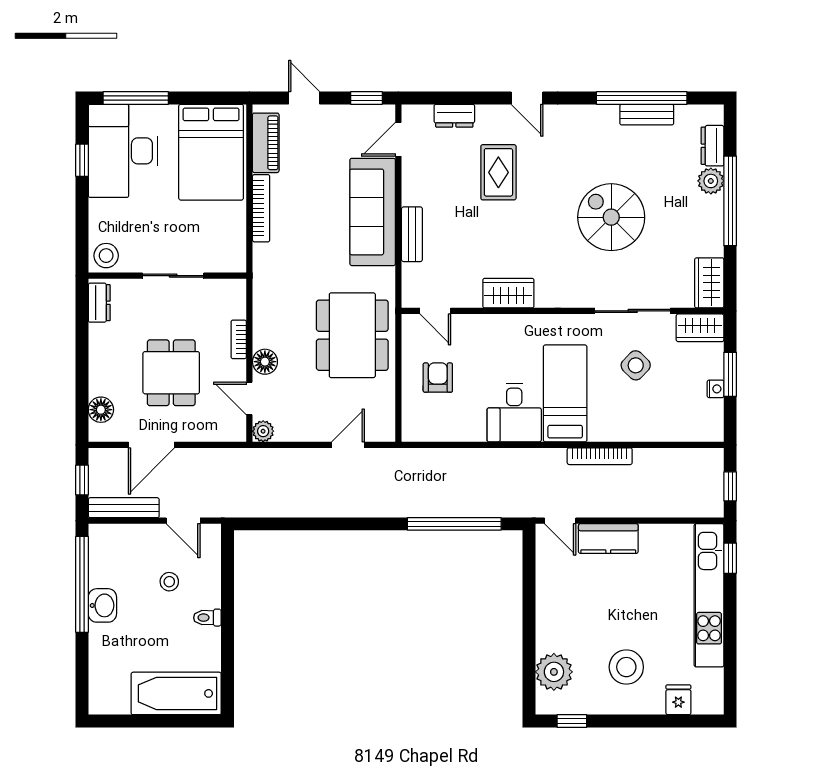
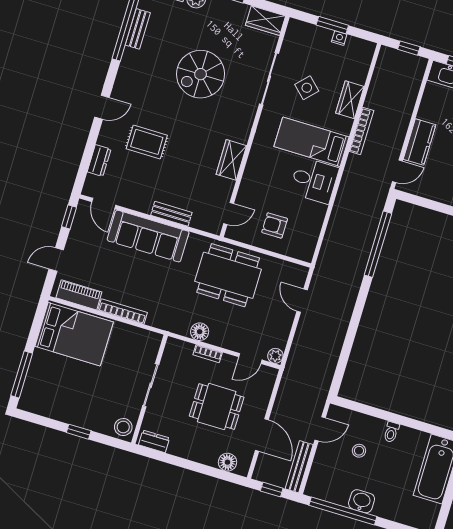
desk: (123, 151) -> (55, 394), removed
window: (82, 160) -> (79, 432), moved
wardrobe: (700, 328) -> (350, 100), moved, turned 180
floor lamp: (265, 362) -> (200, 332), moved

